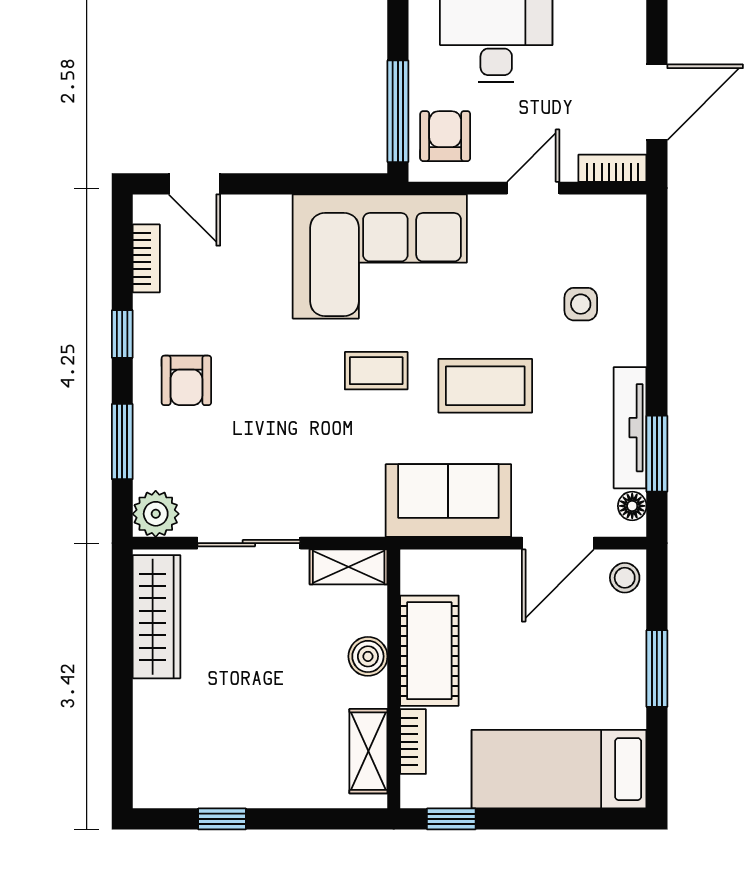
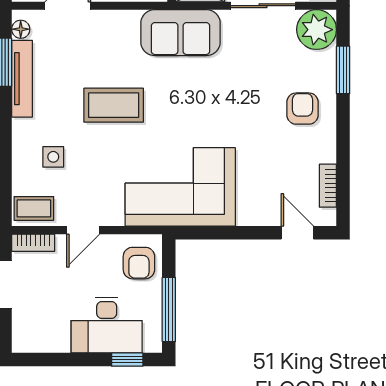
window: (398, 111) -> (169, 309), moved
window: (122, 334) -> (343, 138), removed
coffee table: (376, 371) -> (34, 208), moved
sofa: (448, 501) -> (181, 33), moved
plant: (156, 514) -> (317, 30), width x1.36, depth x1.36

